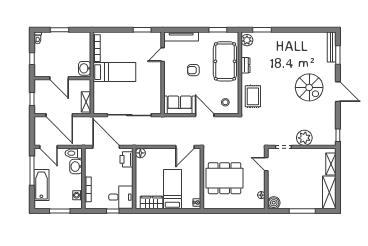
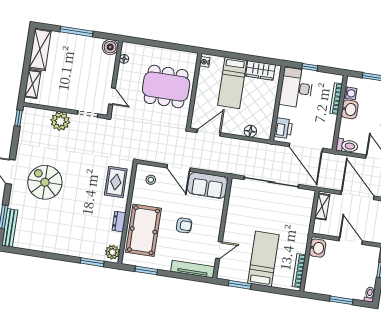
bed: (114, 72) -> (263, 259), moved, turned 90
floor lamp: (140, 153) -> (250, 131), moved
washbasin: (76, 167) -> (350, 109), moved
desk: (121, 197) -> (296, 88), width x1.37

